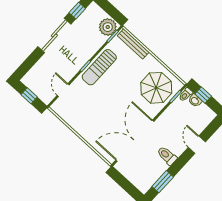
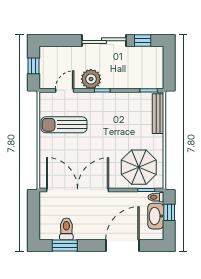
plant: (108, 27) -> (91, 79), moved
sun lounger: (99, 67) -> (64, 125), moved
washbasin: (195, 101) -> (156, 216), width x1.91, depth x1.45
door: (197, 145) -> (122, 245), width x1.87
toilet: (167, 156) -> (66, 229), moved

